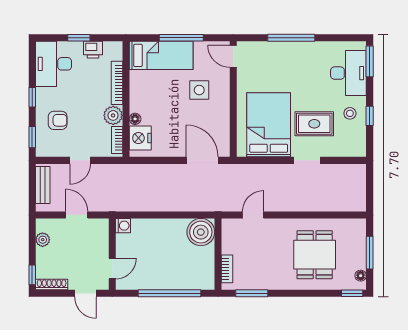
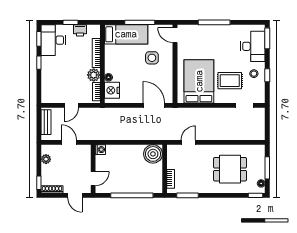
armchair: (58, 120) -> (56, 78), removed
window: (32, 137) -> (39, 39), moved
doorway: (307, 160) -> (244, 105), moved
dining table: (315, 255) -> (230, 169), turned 90

